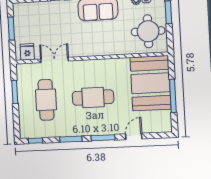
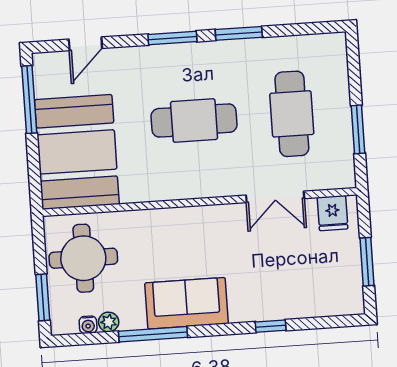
window: (173, 96) -> (29, 100), moved
door: (134, 136) -> (85, 44), moved
window: (35, 141) -> (313, 28), removed

